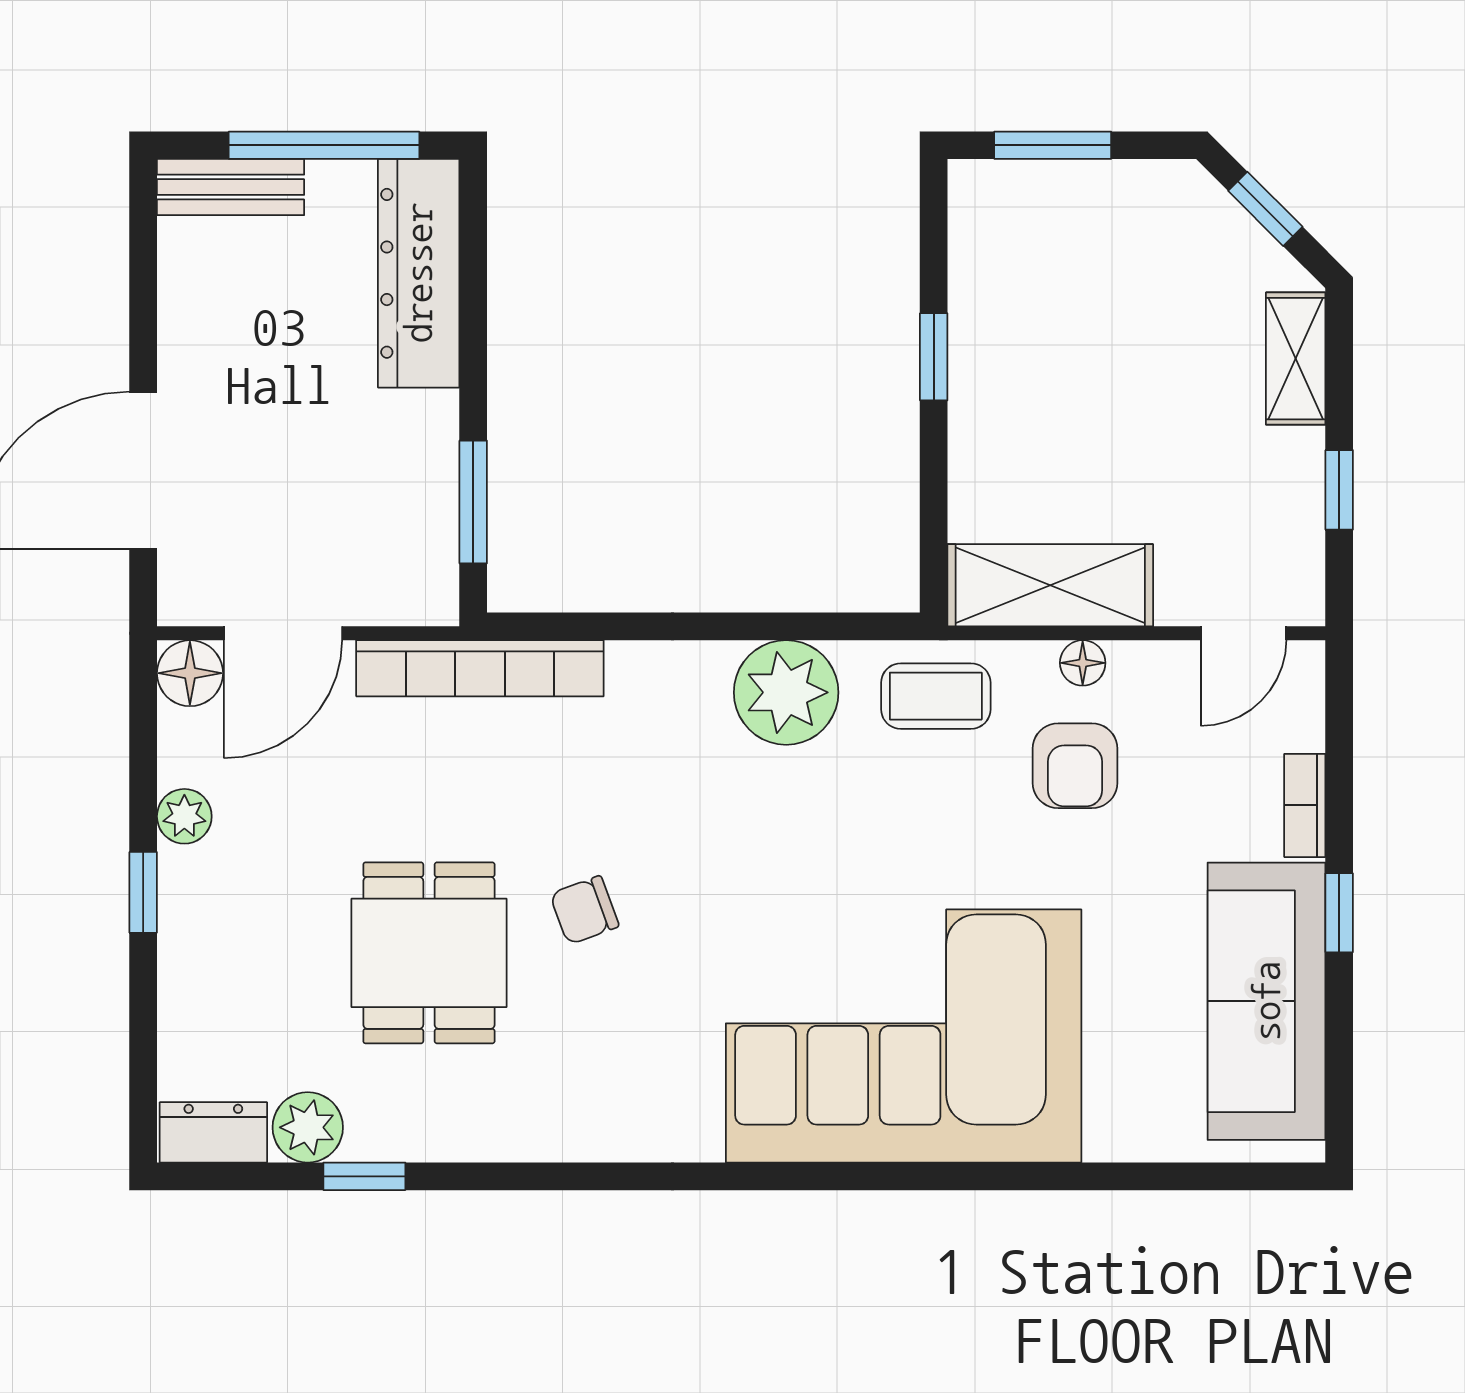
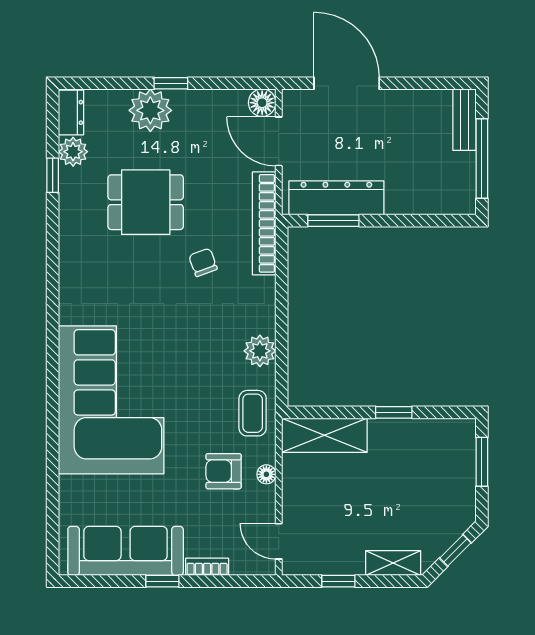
dresser: (419, 273) -> (336, 198), moved
shelving: (1050, 585) -> (324, 435), moved, turned 90
plant: (786, 692) -> (260, 351), width x0.73, depth x0.73
plant: (184, 816) -> (150, 110), moved, width x1.87, depth x1.87
chair: (584, 910) -> (203, 262), moved

